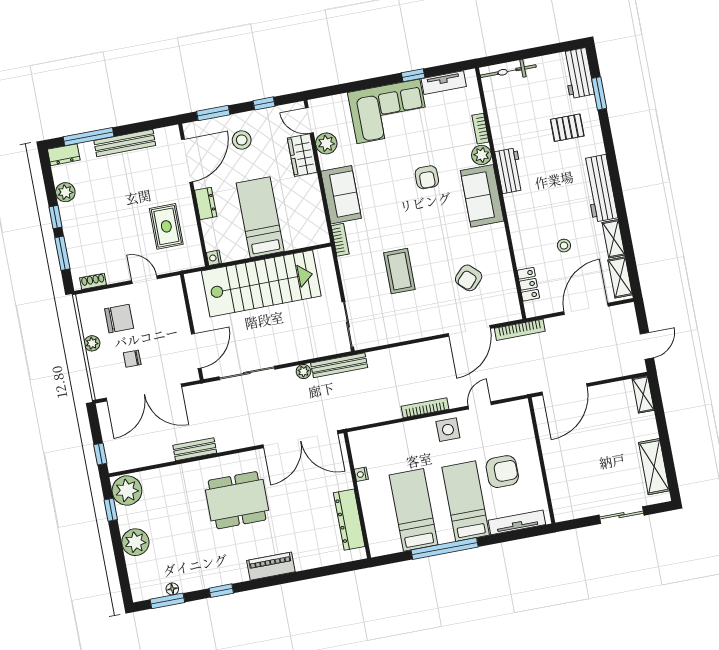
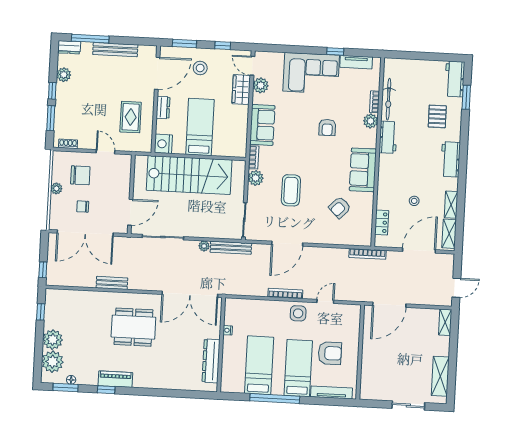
bicycle: (508, 71) -> (388, 99), moved, turned -90
pallet: (567, 128) -> (437, 116), turned 90
workbench: (600, 188) -> (451, 159), width x0.73
sofa: (482, 196) -> (363, 170), moved
nightstand: (214, 258) -> (163, 144), width x1.89, depth x1.79
plant: (349, 266) -> (256, 178), added
door: (469, 331) -> (287, 244), moved
plant: (127, 490) -> (53, 362), moved
piano: (271, 566) -> (115, 379), moved

